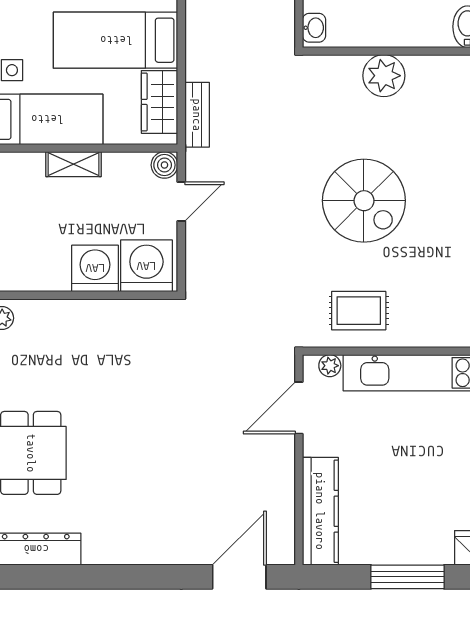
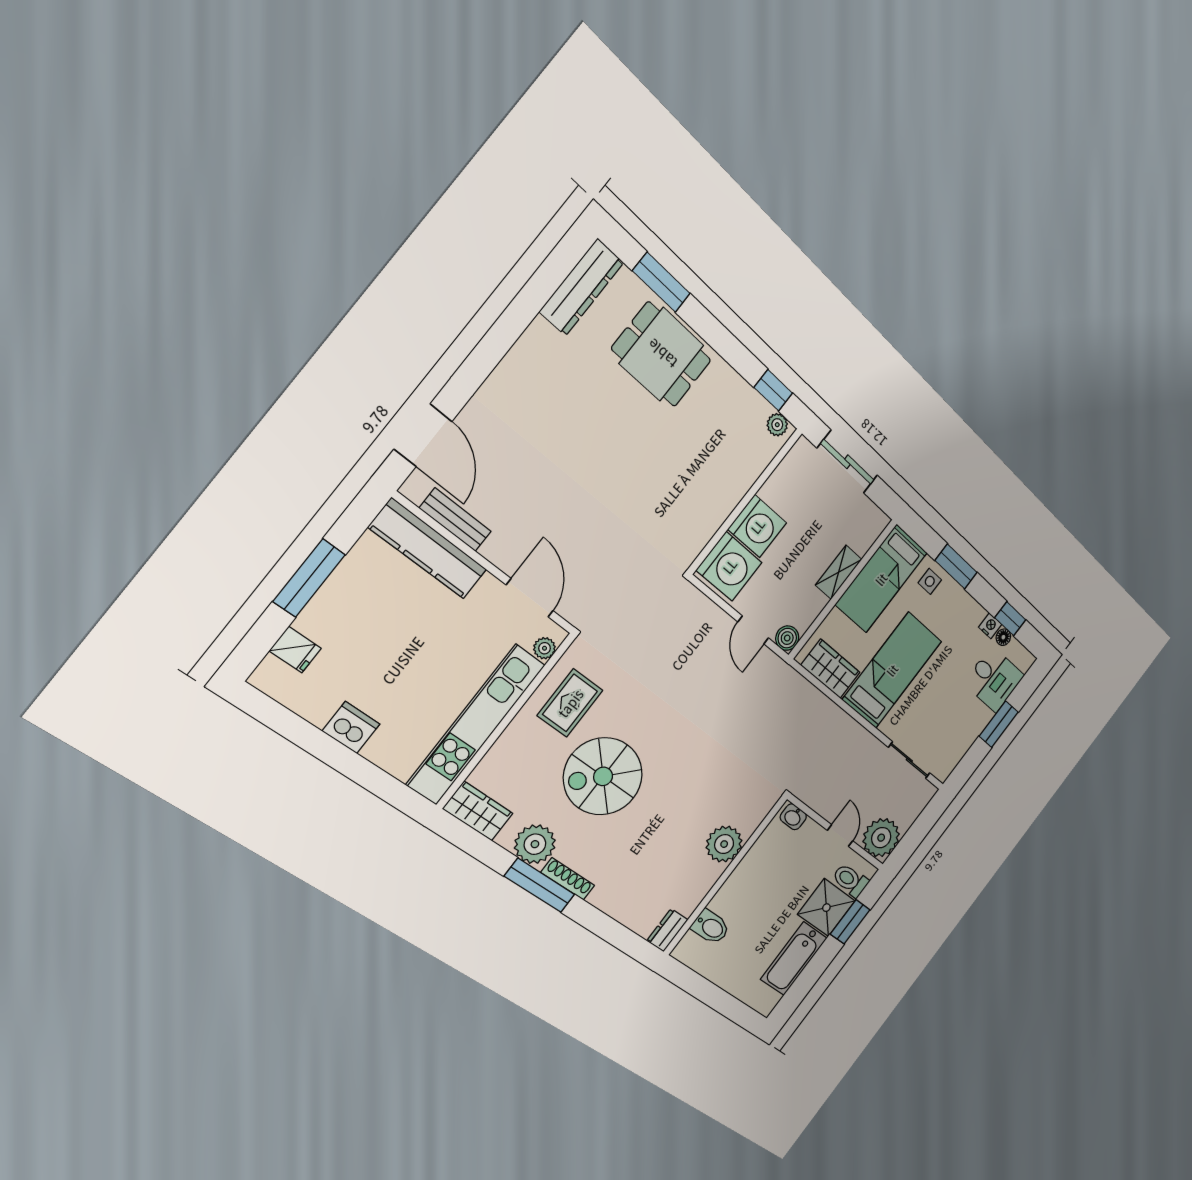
bench: (197, 115) -> (455, 520), moved
spiral stairs: (364, 201) -> (603, 776), moved

